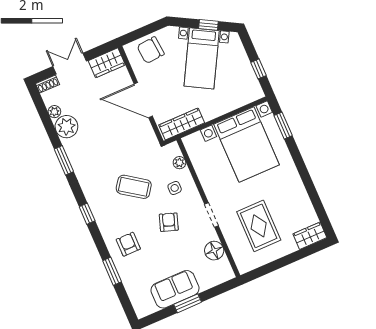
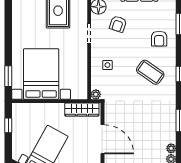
plant: (66, 127) -> (171, 148), width x0.53, depth x0.53
plant: (179, 163) -> (96, 94), moved
coffee table: (134, 187) -> (150, 72), moved
armchair: (169, 222) -> (118, 24), moved

